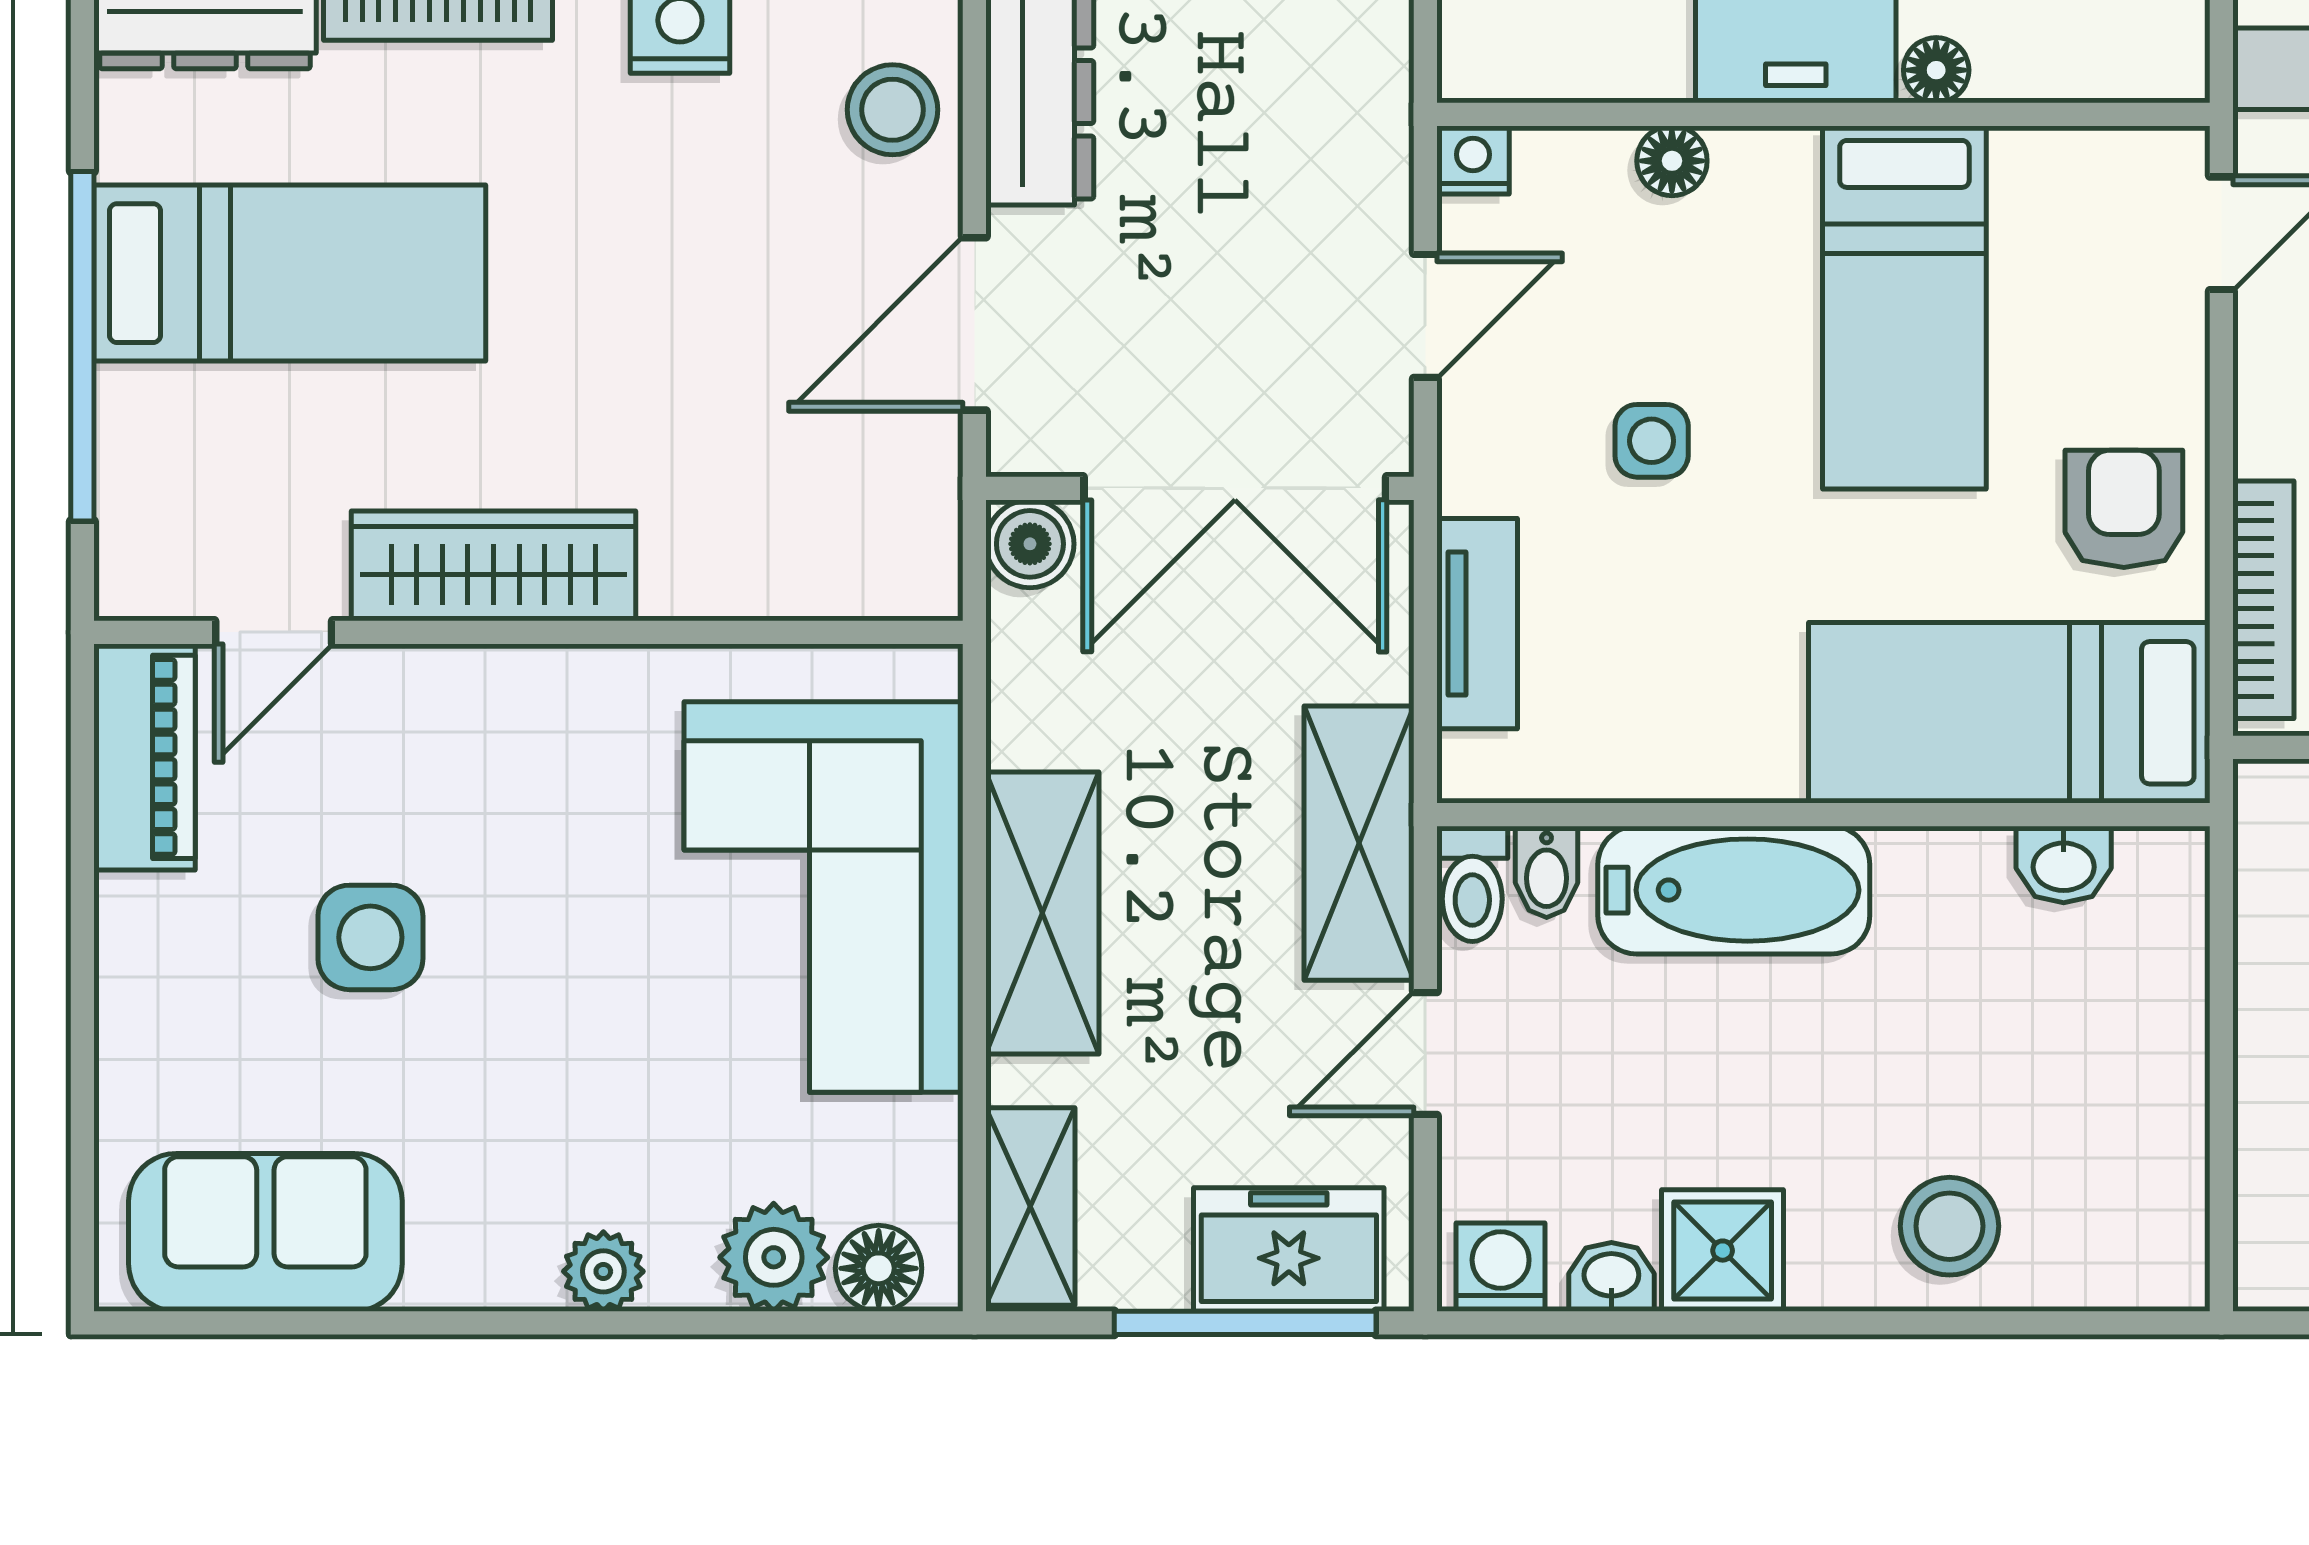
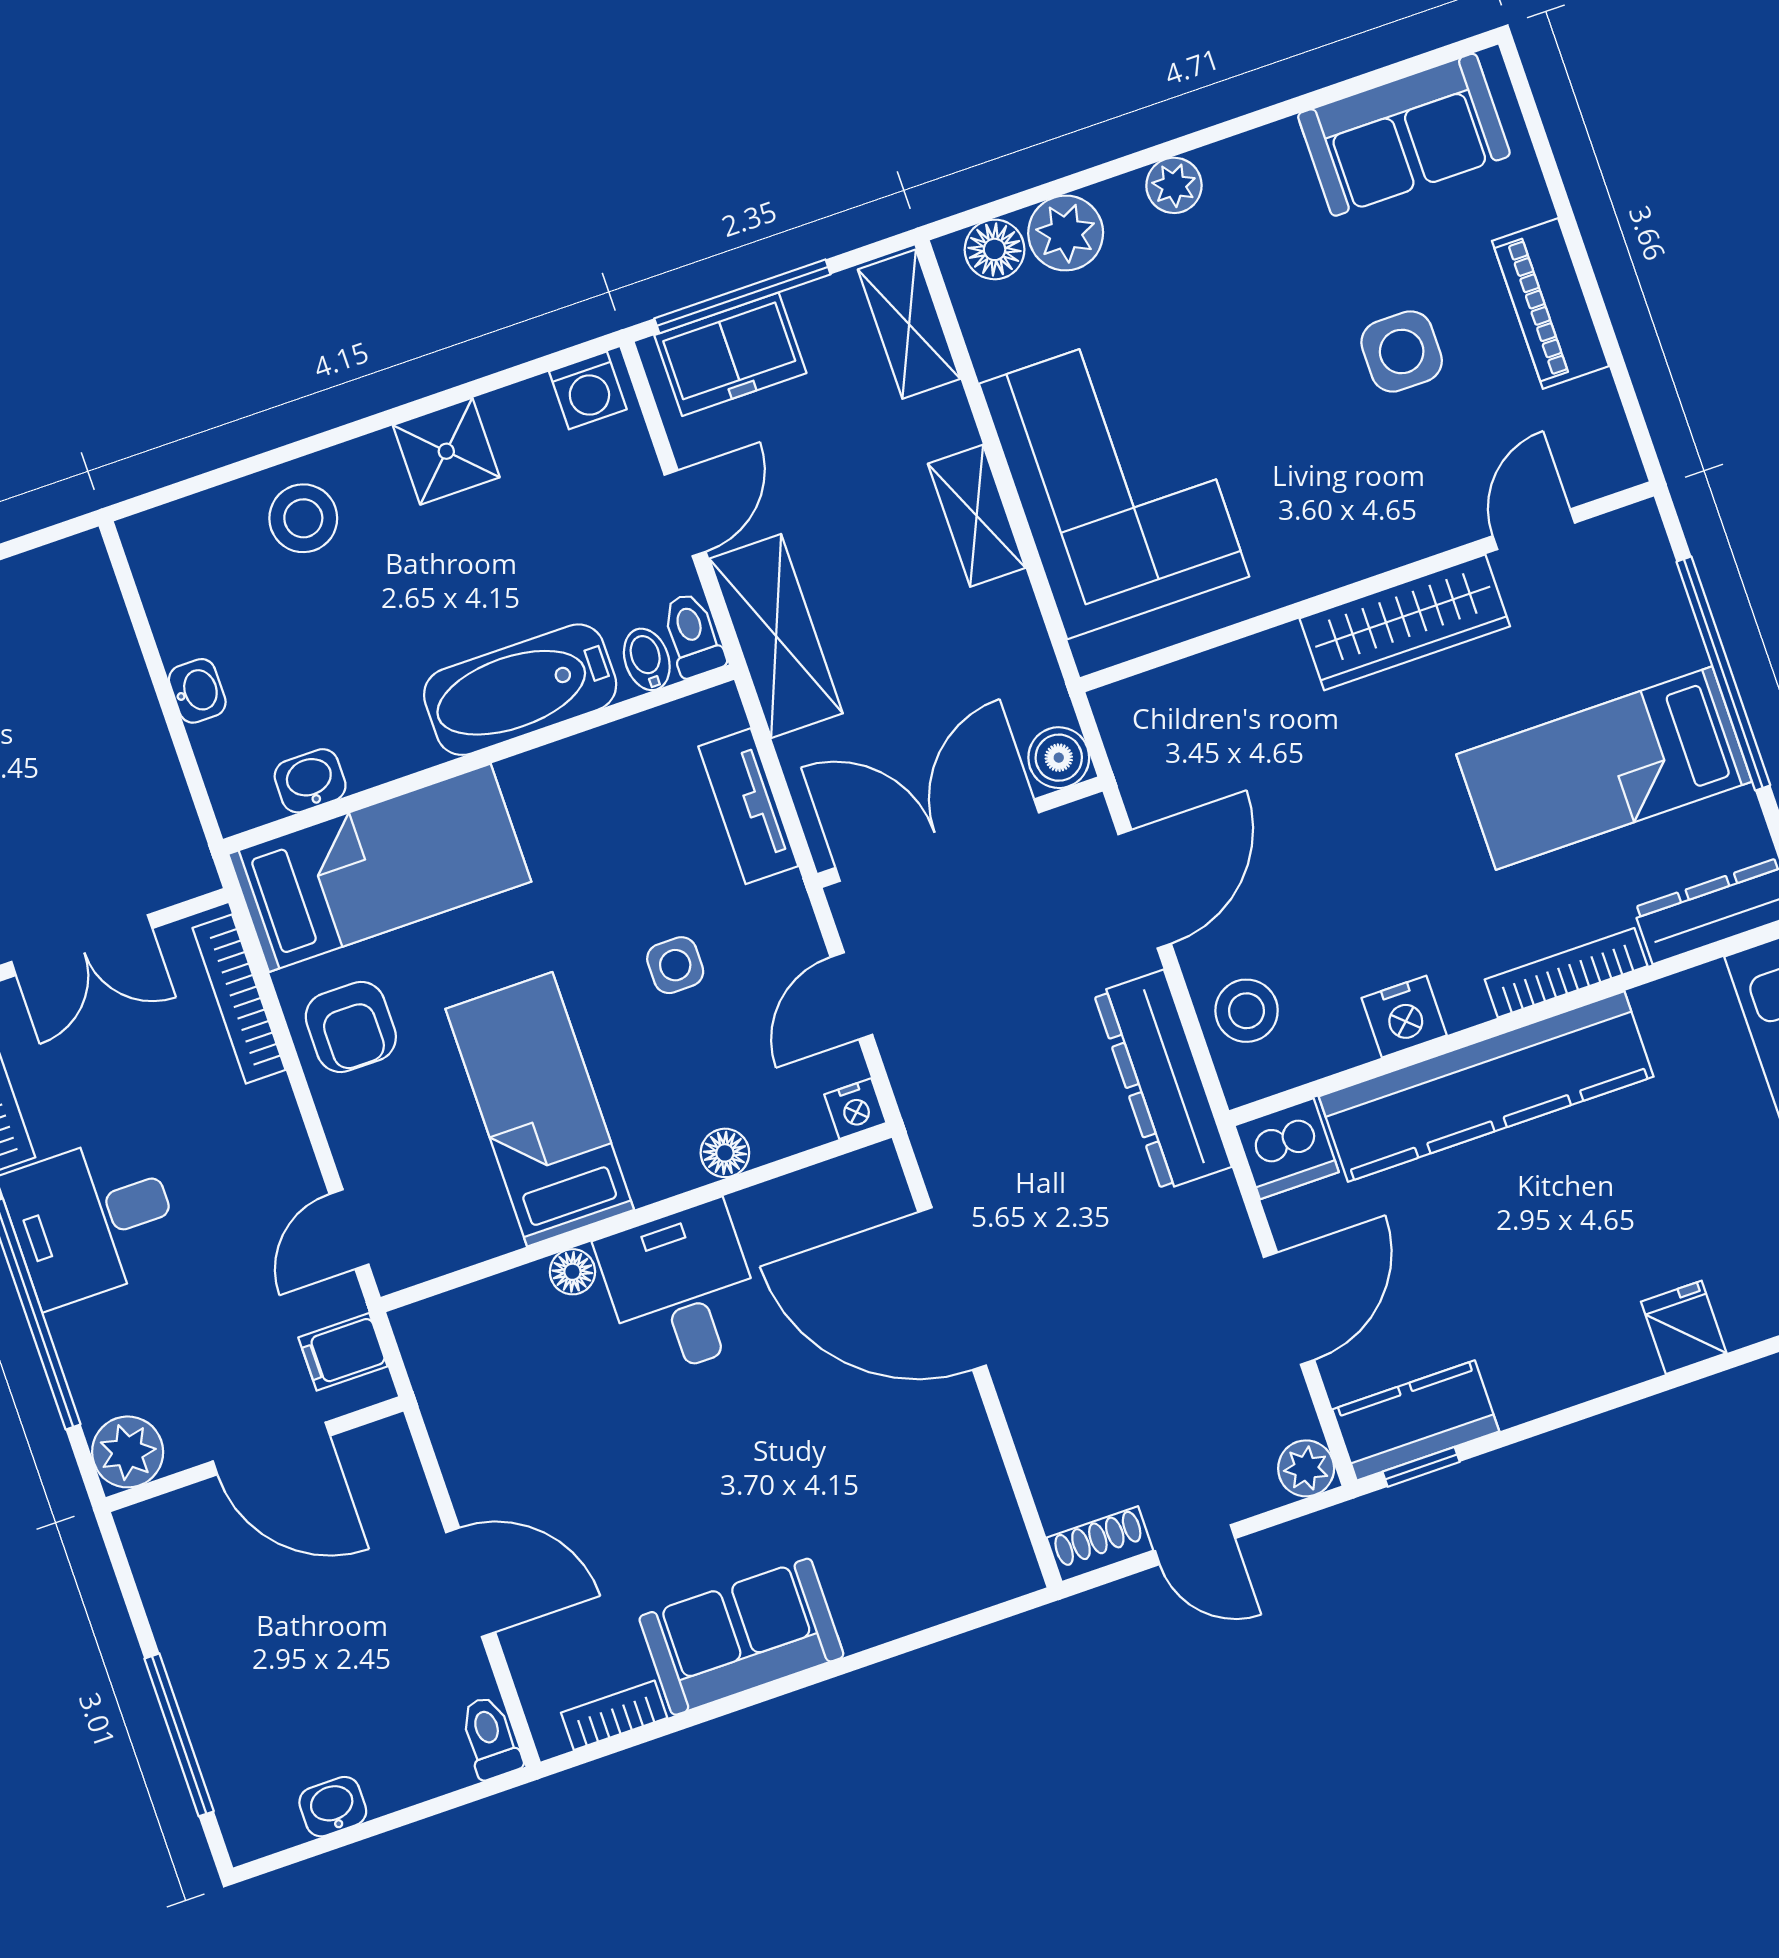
piano: (144, 757) -> (1550, 303), moved
shelving: (1042, 913) -> (977, 516), width x0.67, depth x0.75
washbasin: (1611, 1277) -> (197, 691), moved, turned -90

